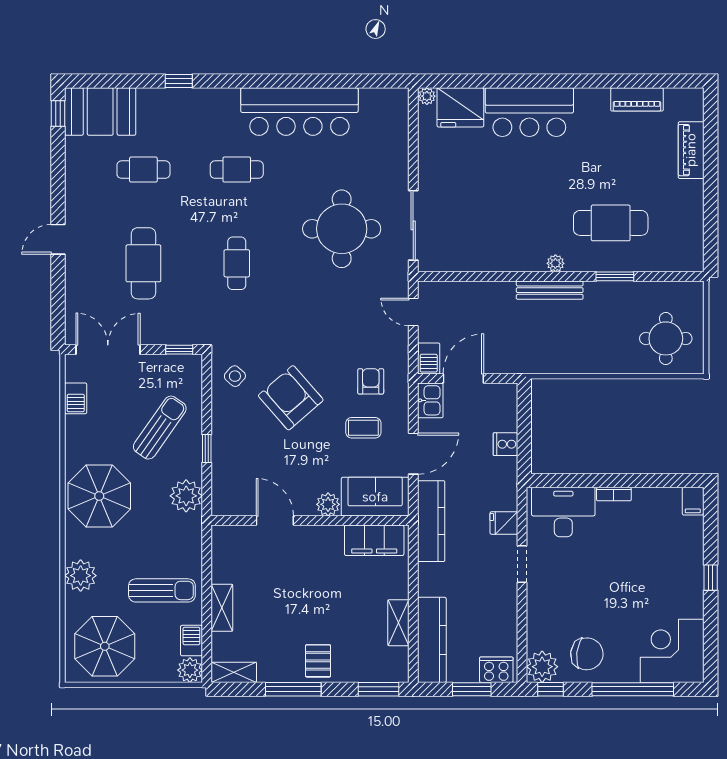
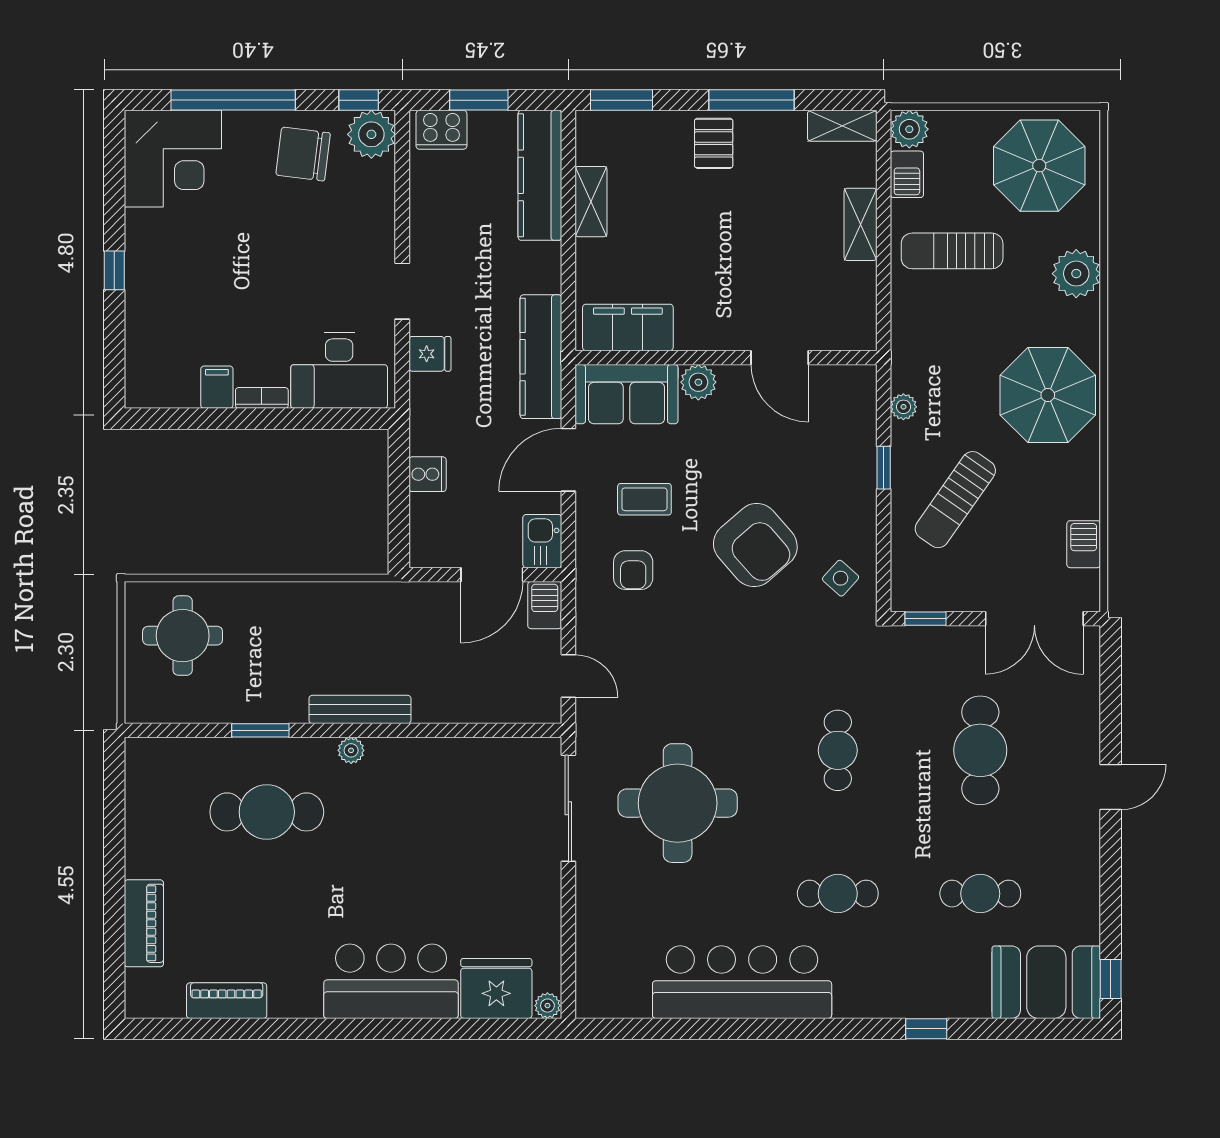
plant: (186, 496) -> (903, 407), width x0.53, depth x0.53
filing cabinet: (693, 501) -> (217, 387), moved

